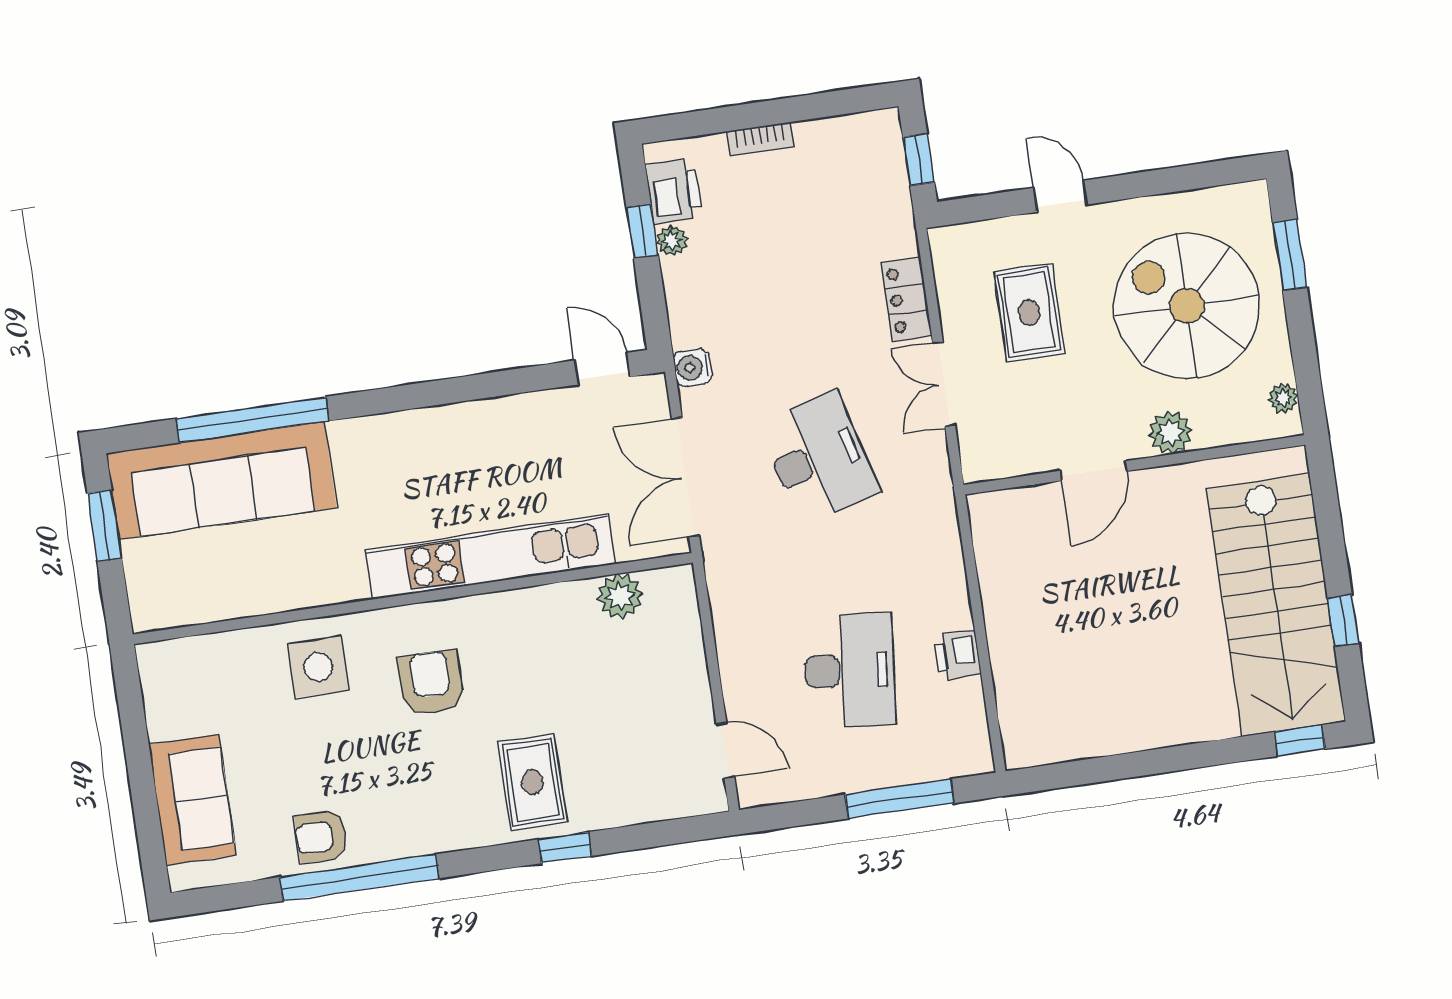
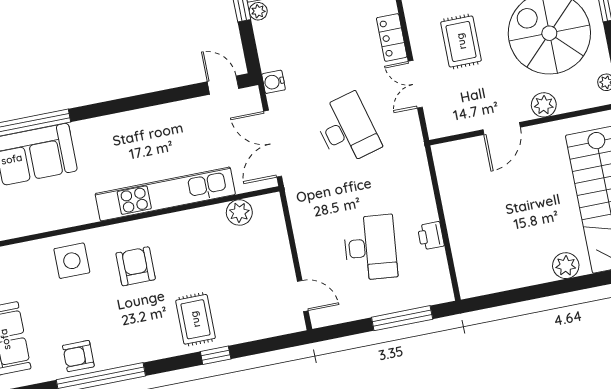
plant: (1195, 720) -> (566, 266), added

